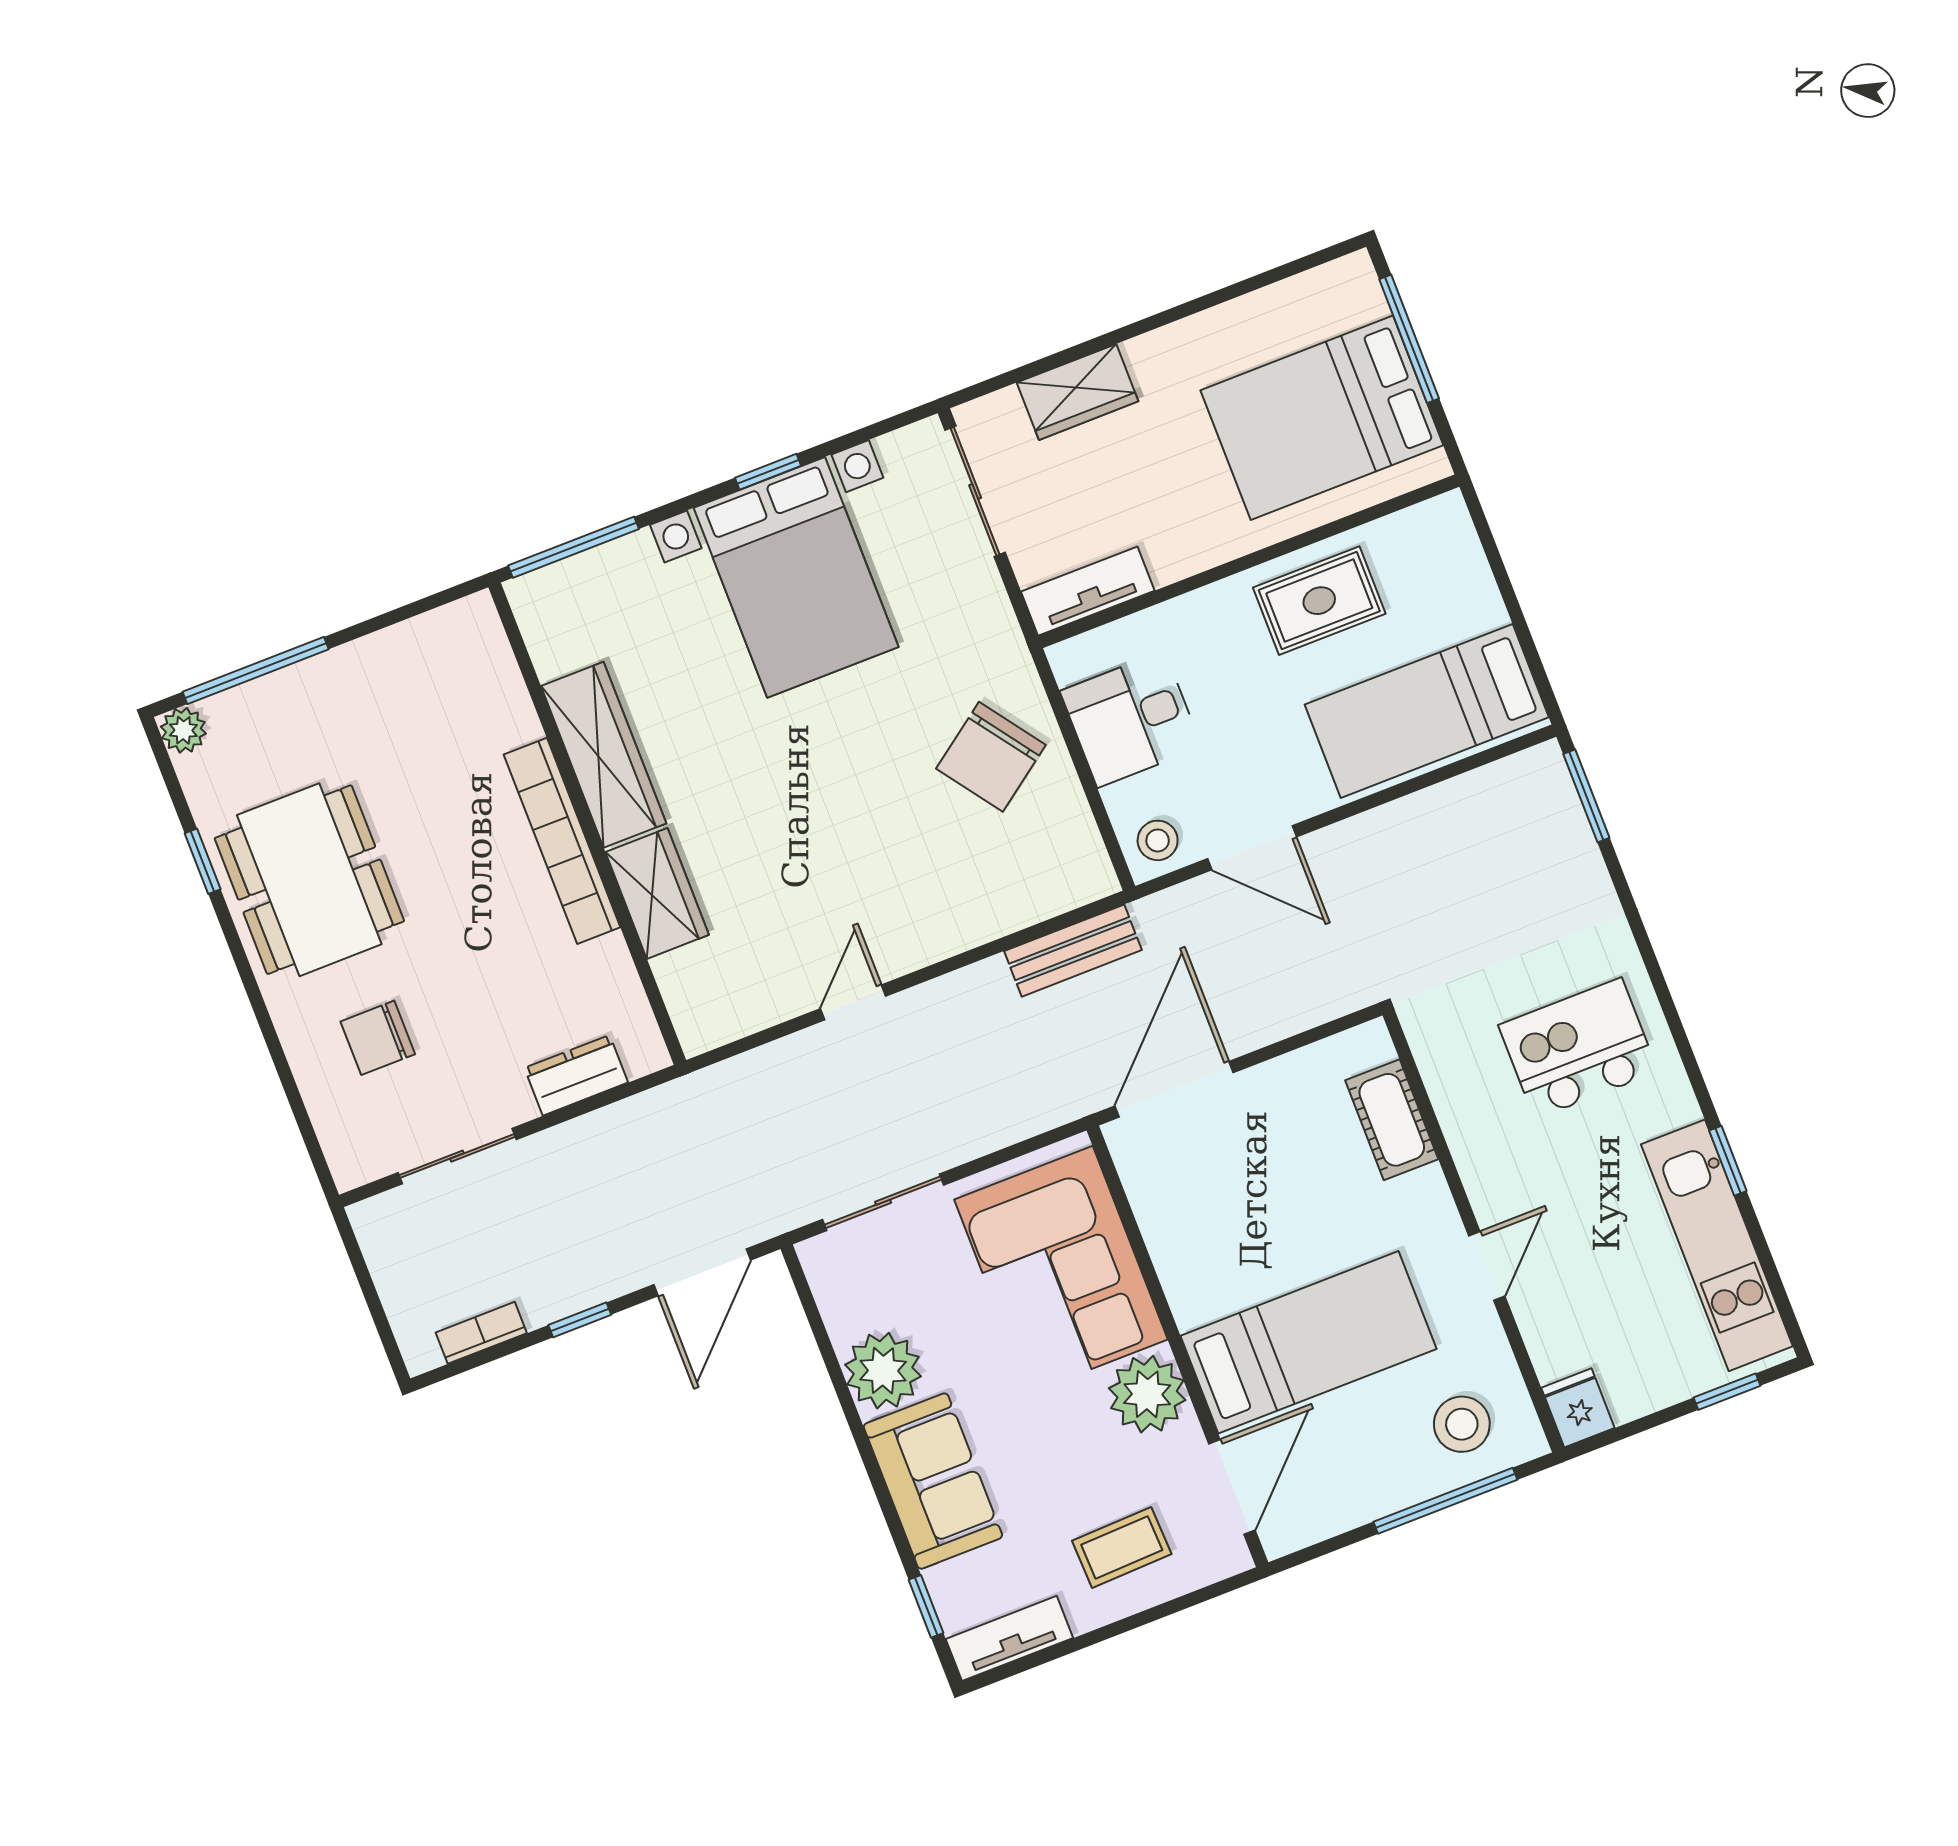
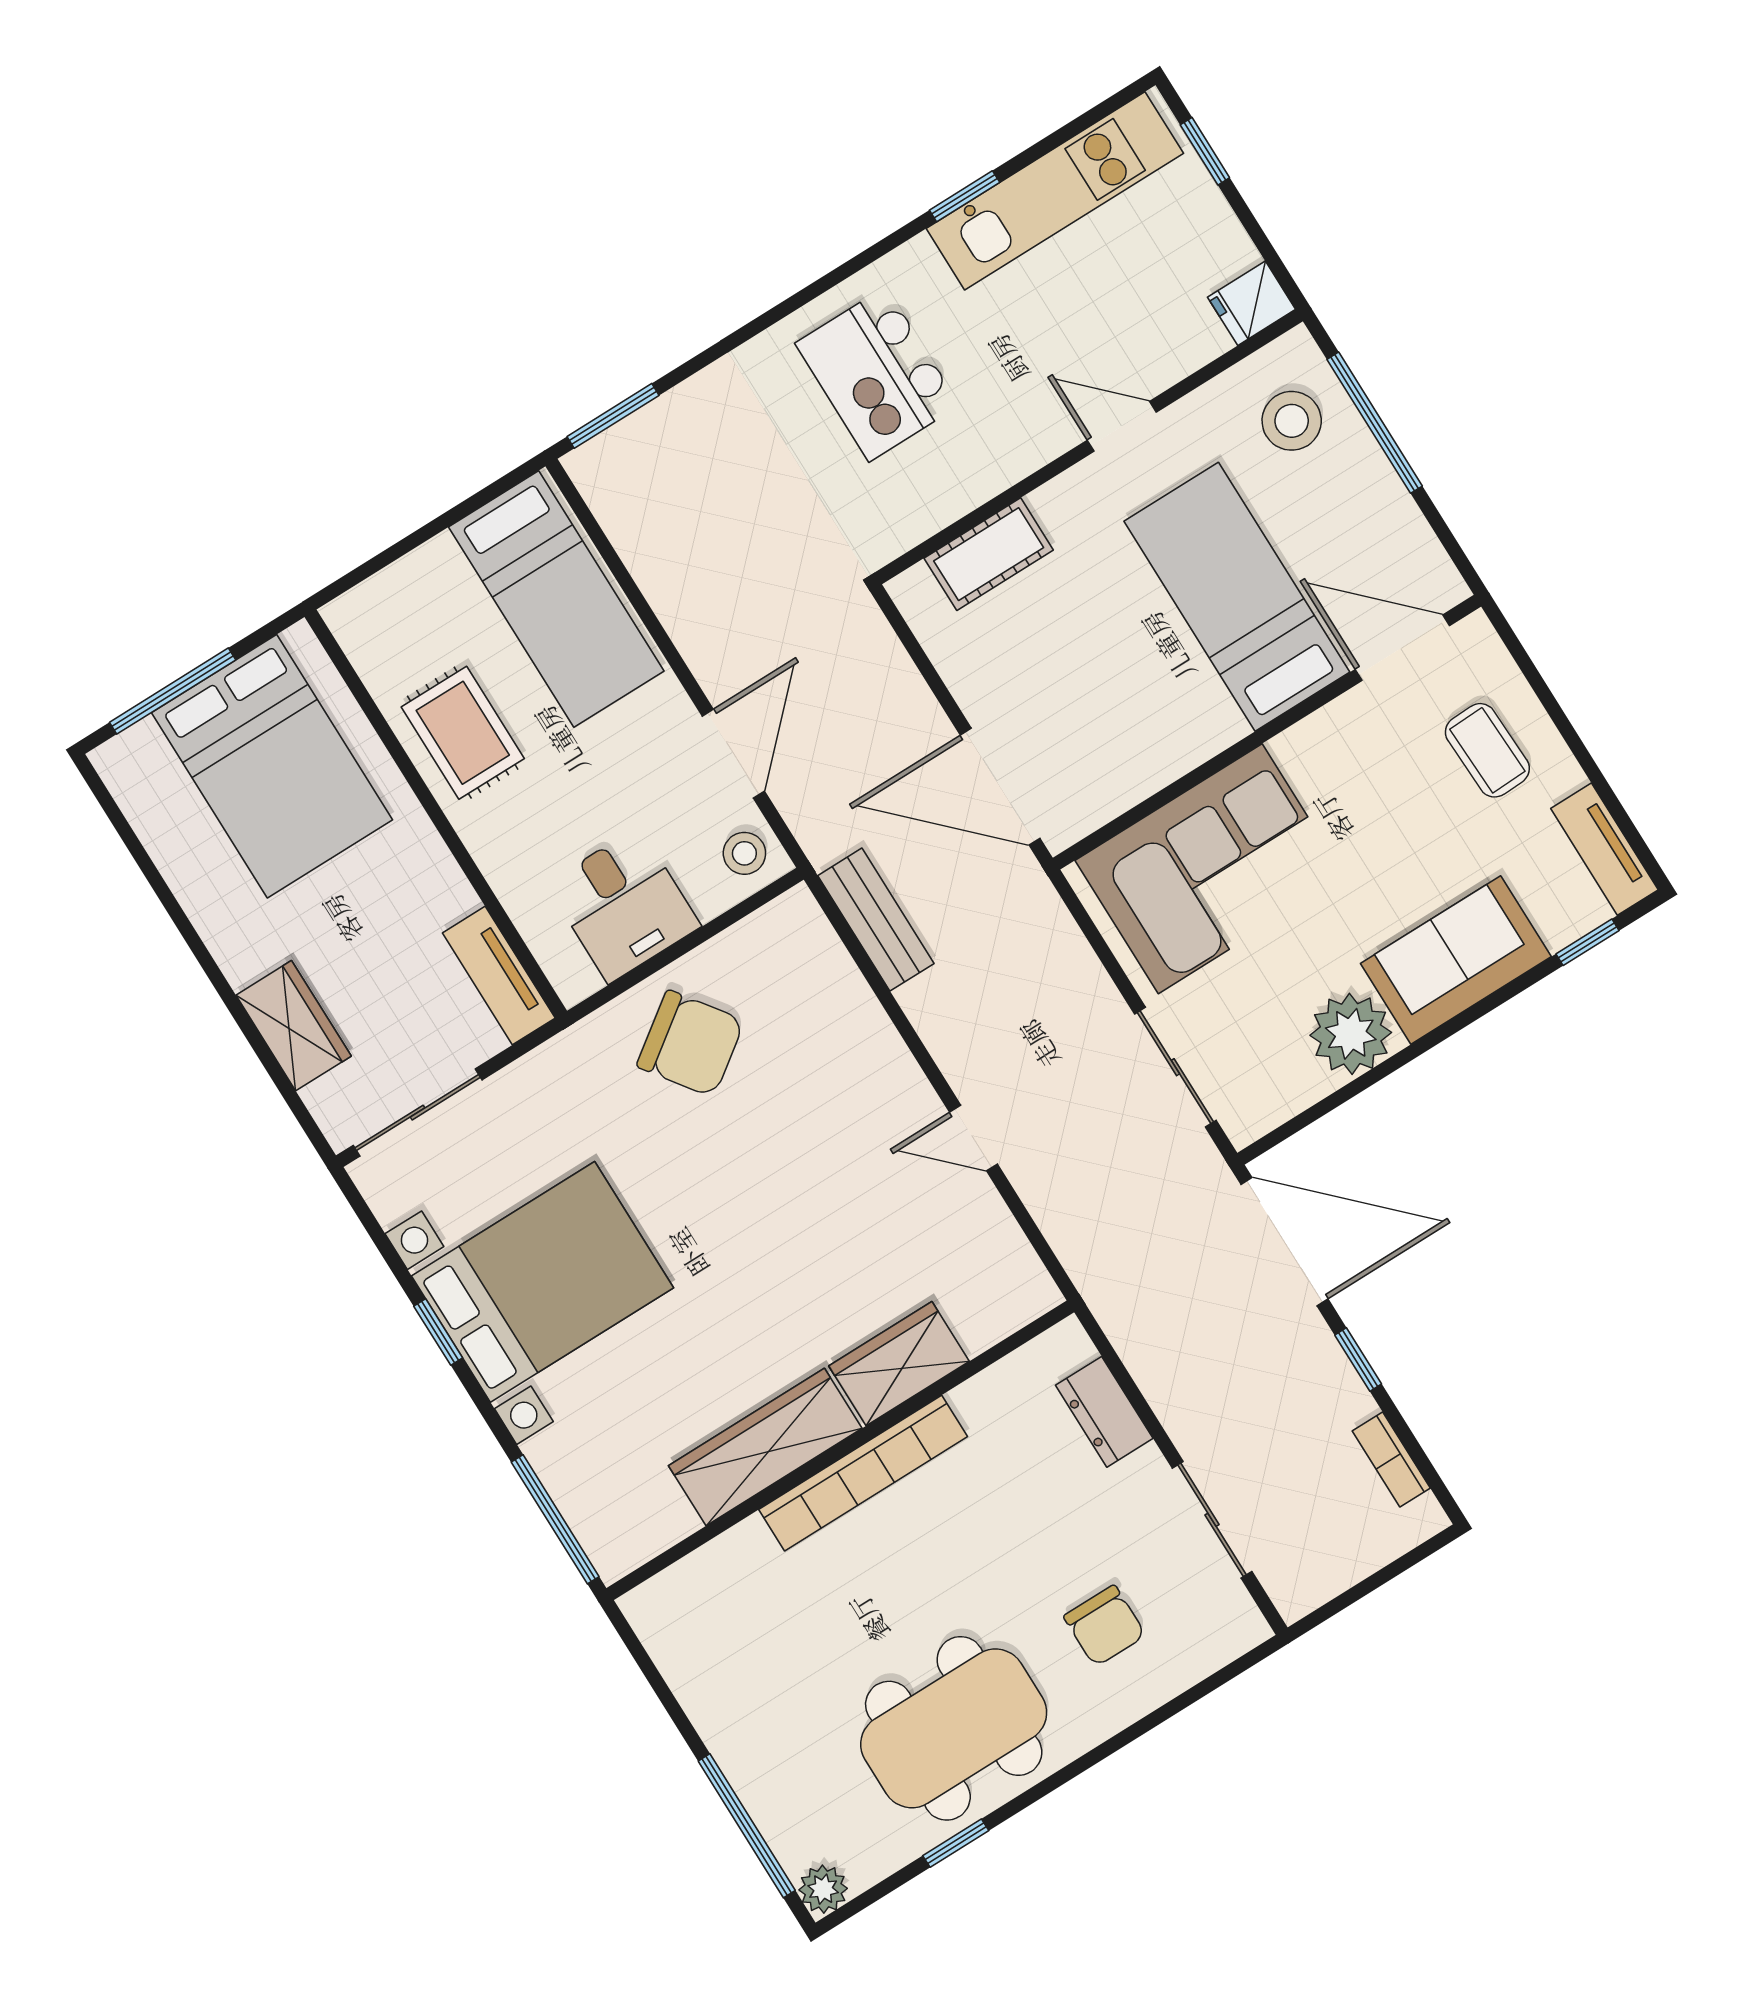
door: (702, 1272) -> (1284, 1242), width x1.36
plant: (1147, 1394) -> (1323, 754), removed

